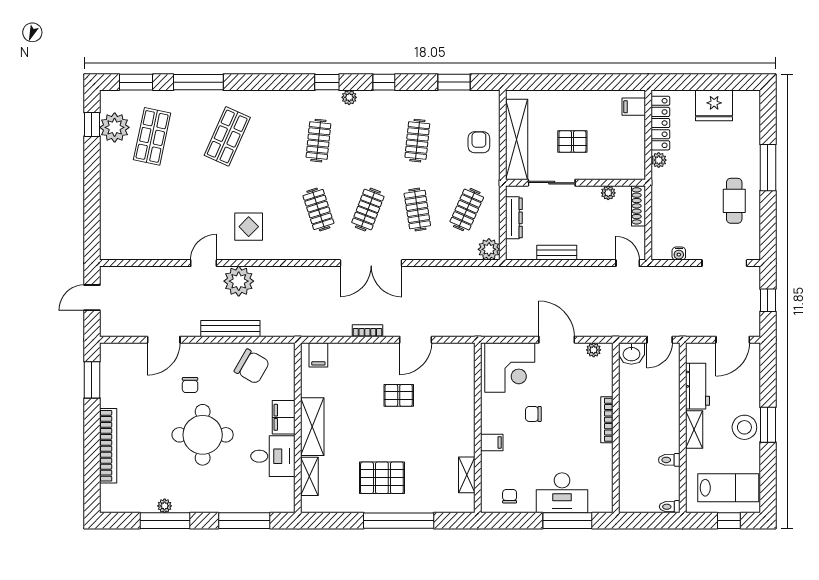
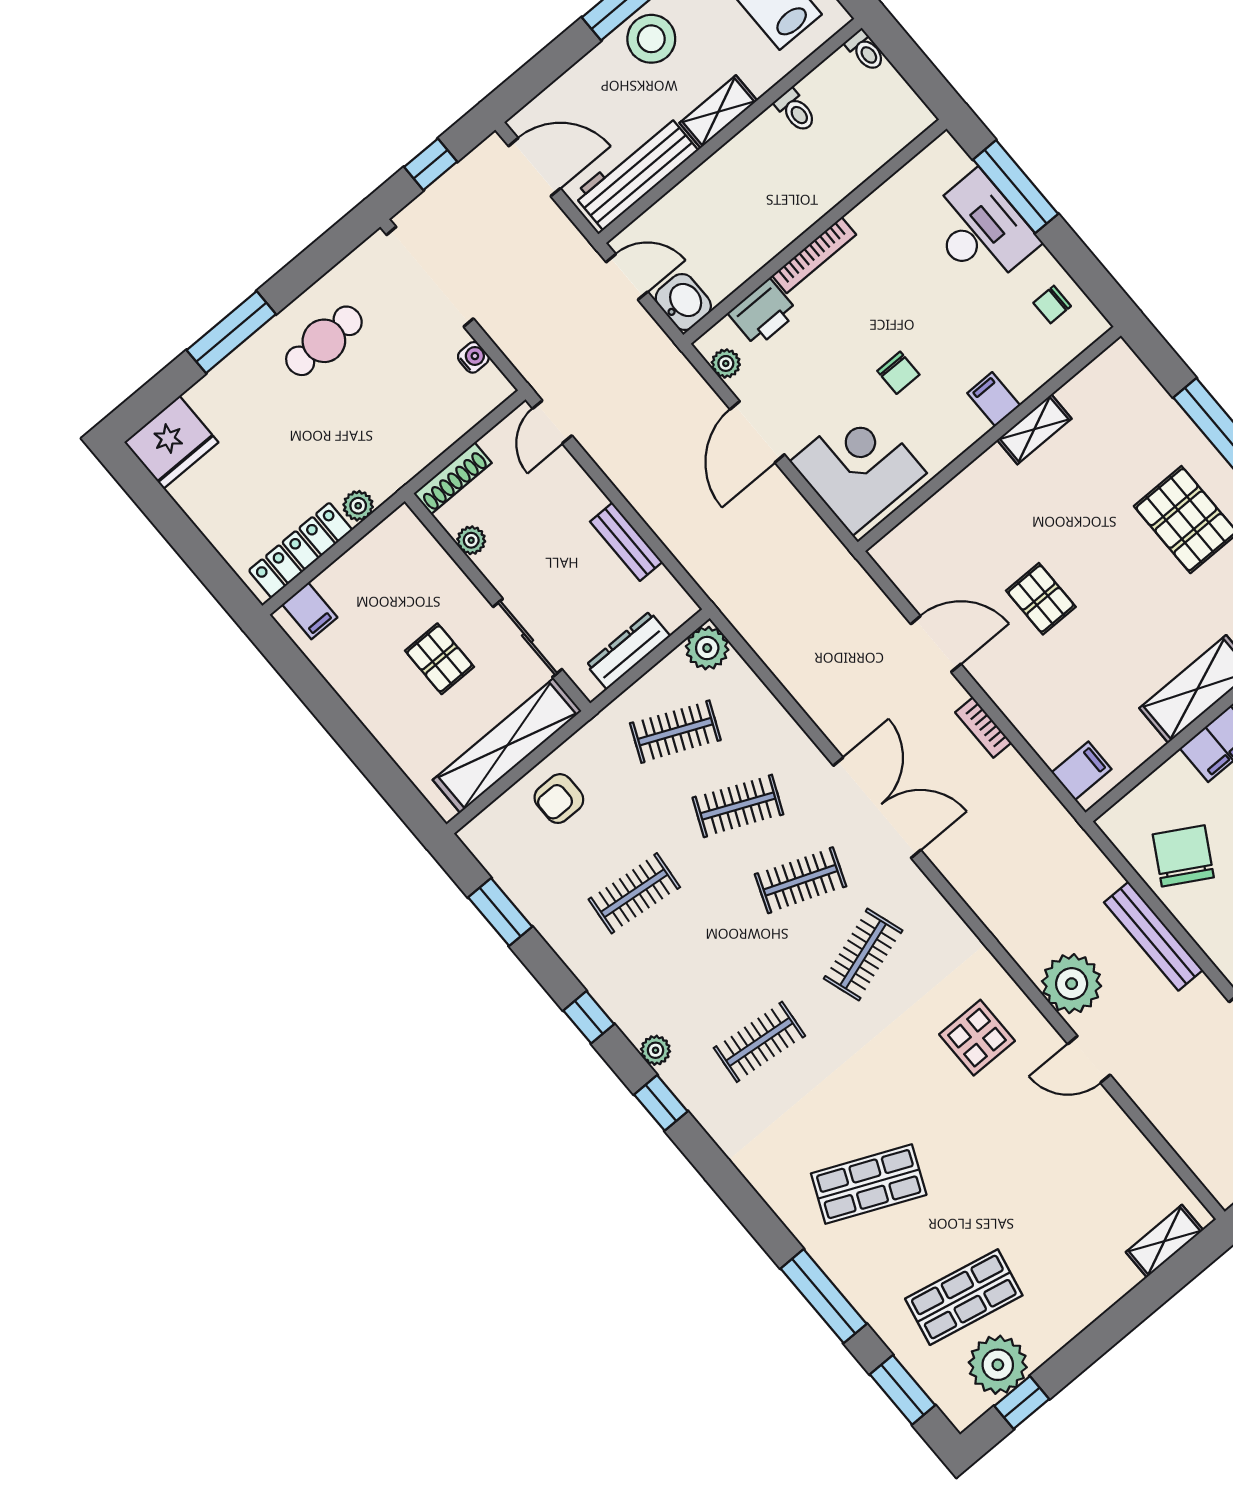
fridge: (714, 105) -> (171, 442), moved, turned 90
clothes rail: (417, 210) -> (738, 806), turned 33
shelving: (108, 233) -> (1164, 1241), added
doorway: (724, 263) -> (430, 277), width x1.36
printer: (601, 381) -> (763, 313), added
workbench: (697, 386) -> (636, 172), width x1.38
shelving: (467, 475) -> (1034, 429), moved

